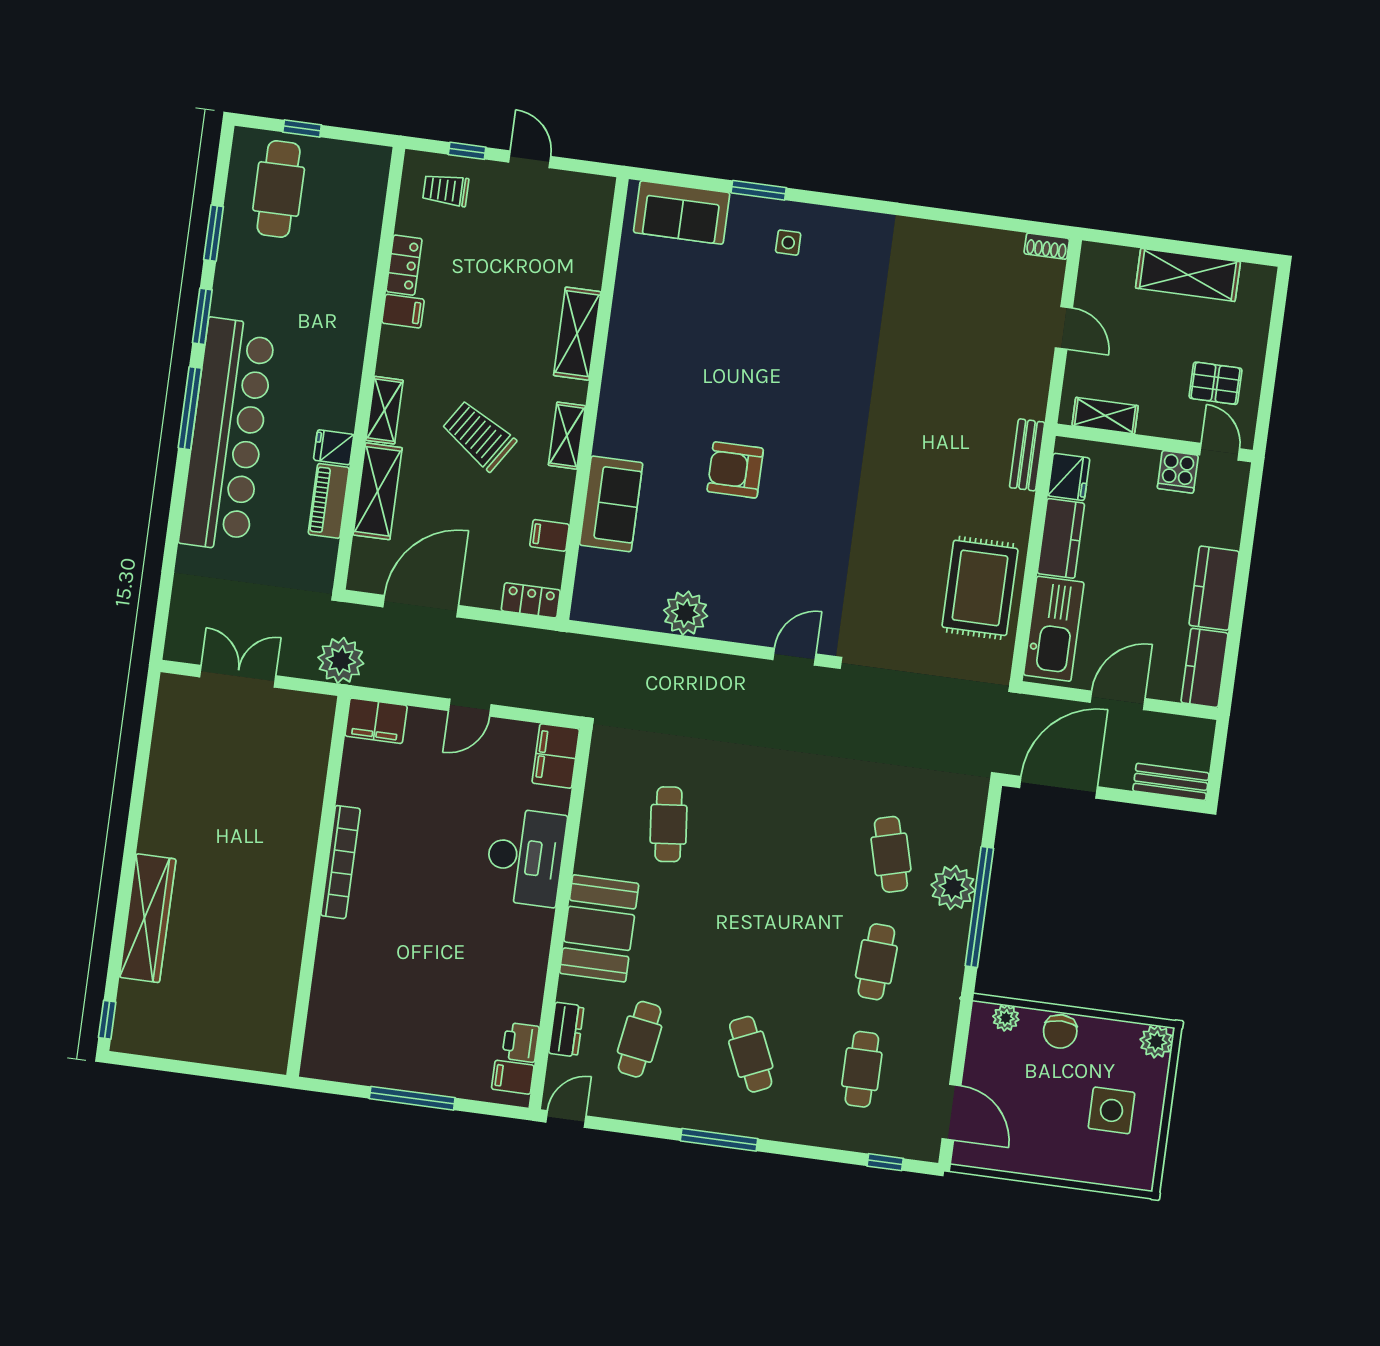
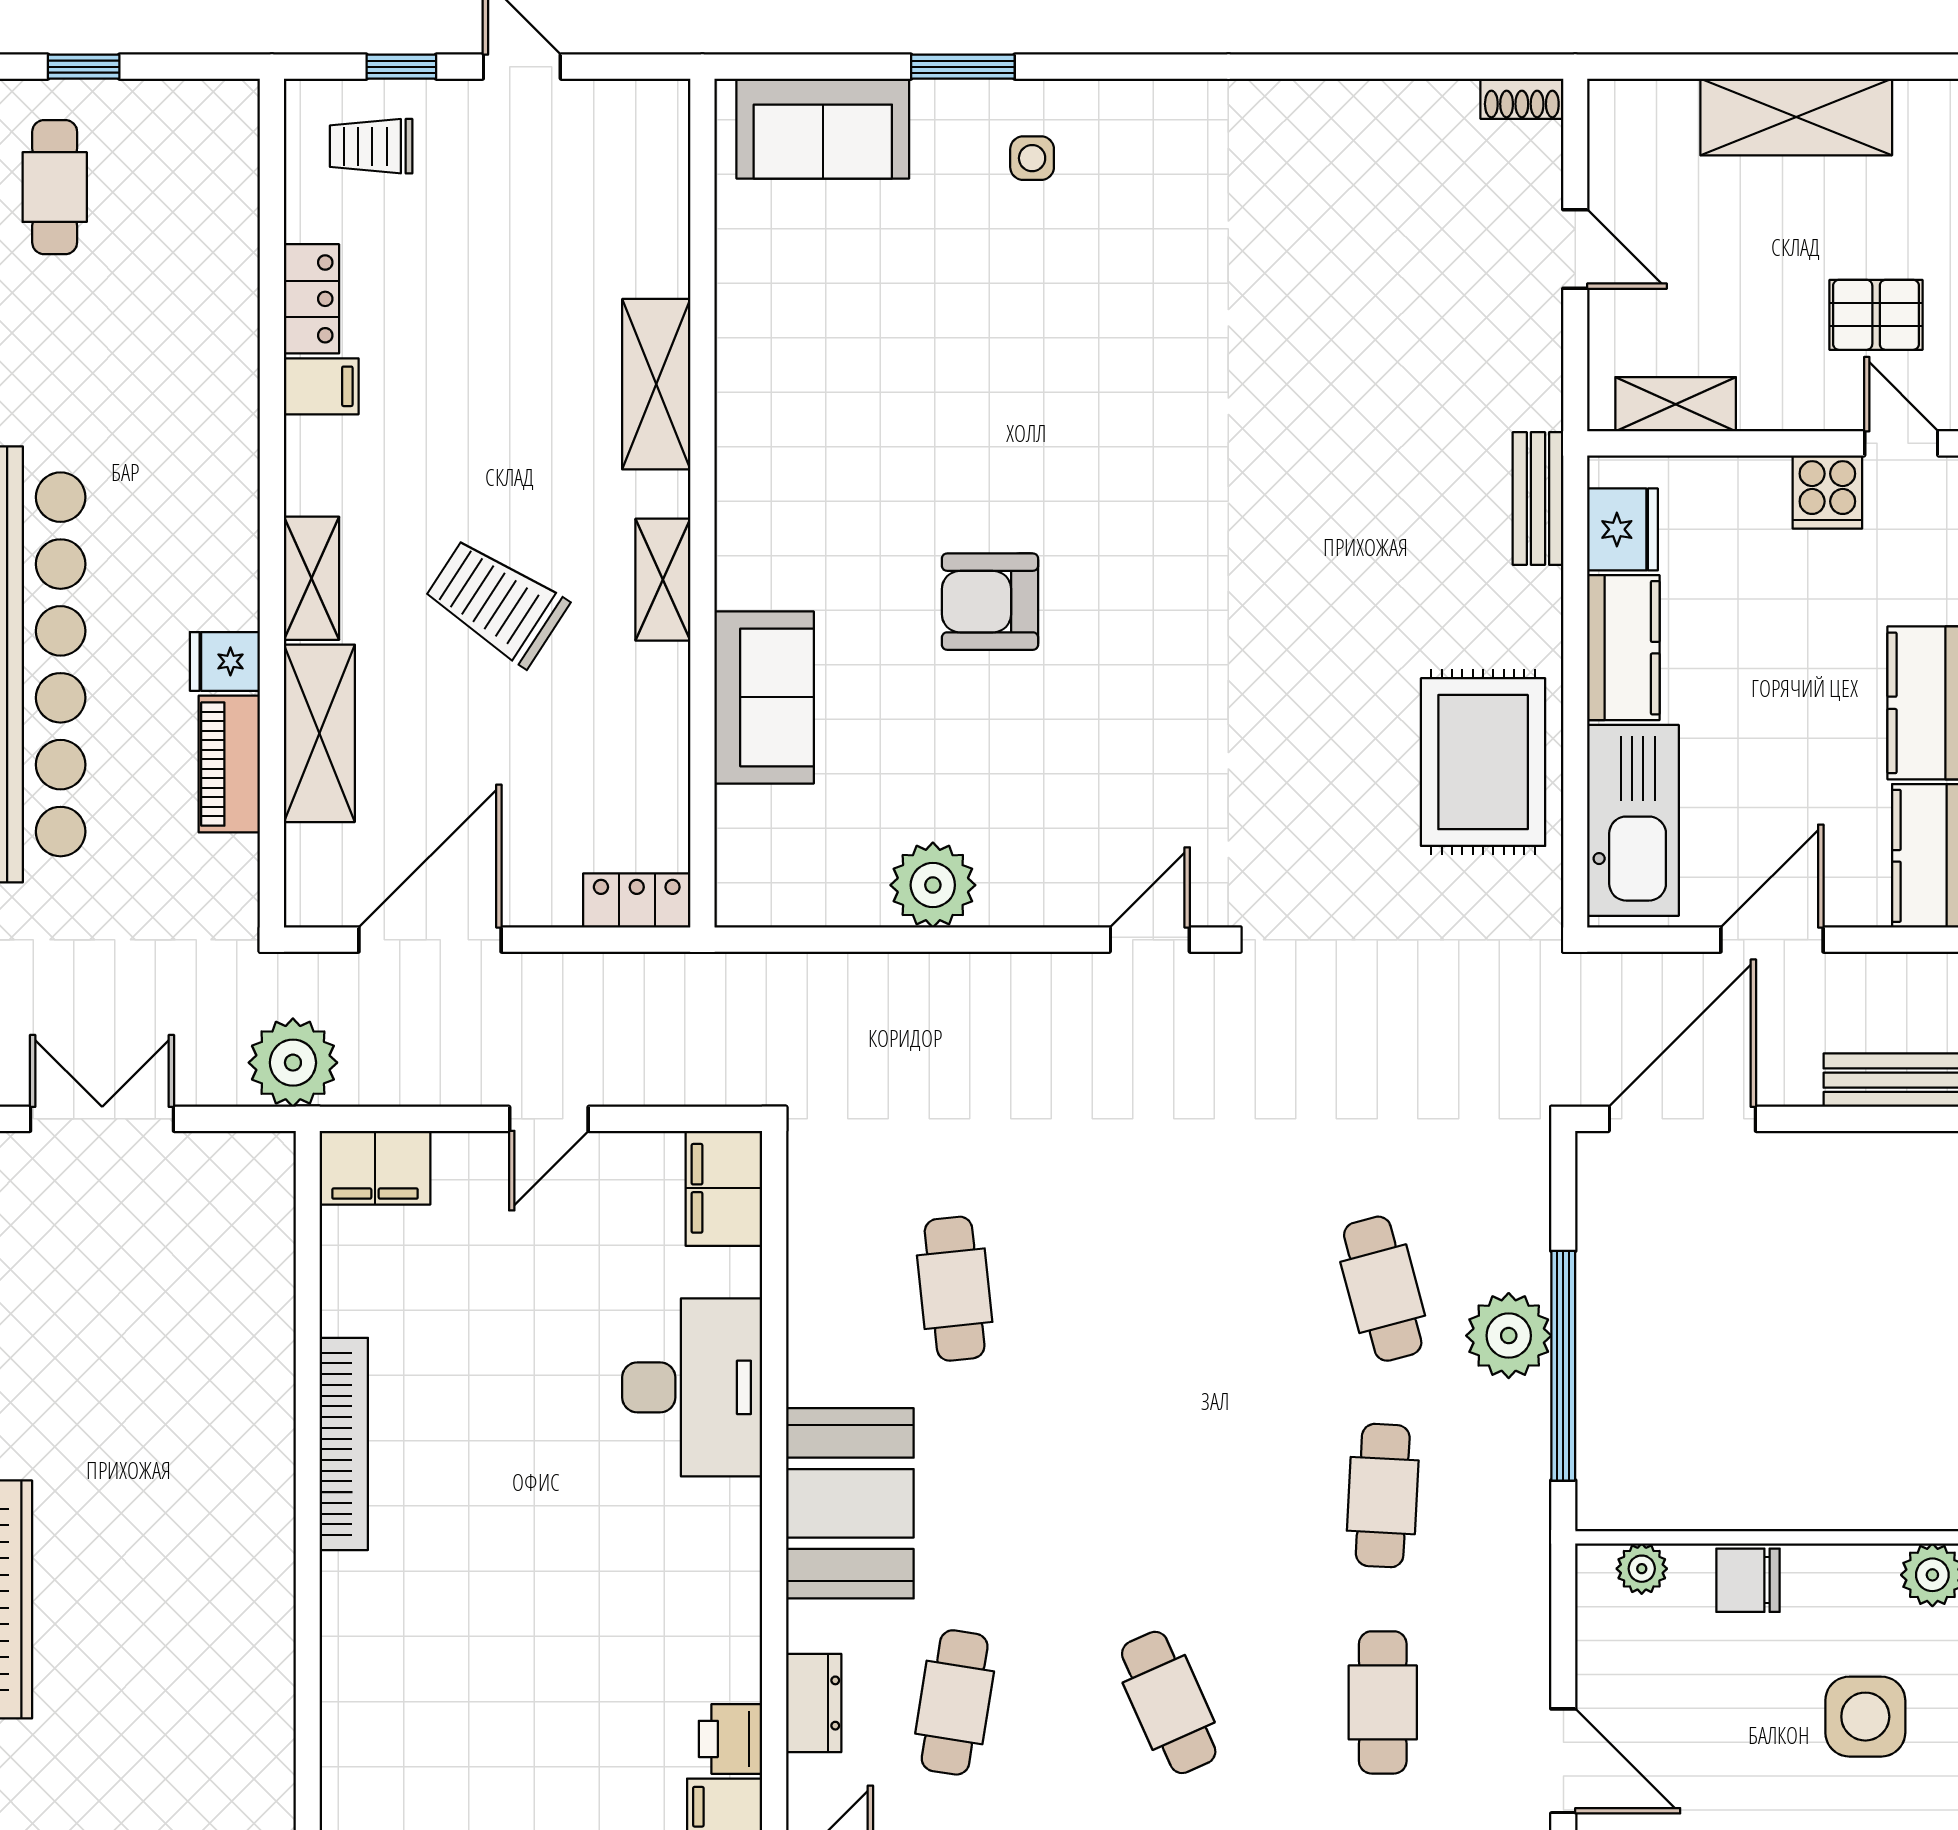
cafe table: (279, 189) -> (55, 187), width x0.73, depth x0.74
filing cabinet: (549, 535) -> (655, 773), removed
chair: (1060, 1031) -> (1748, 1580), turned 90

